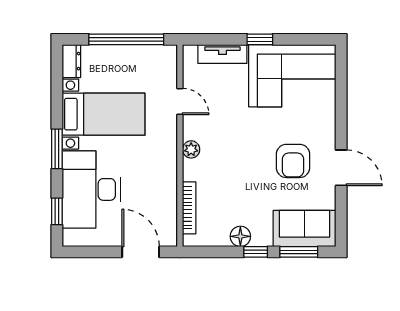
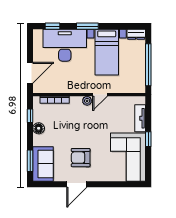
door: (180, 102) -> (100, 95), moved
window: (256, 252) -> (30, 116), moved

